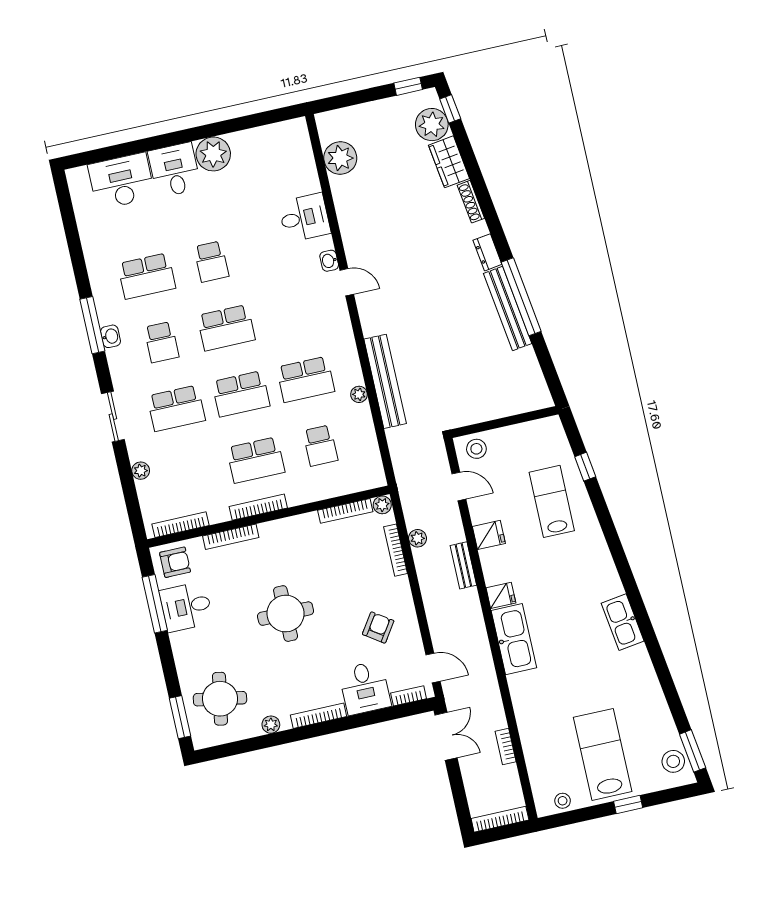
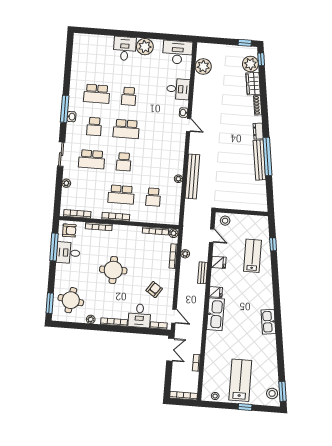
desk: (121, 181) -> (178, 52), moved
school desk: (306, 379) -> (156, 164), removed
school desk: (241, 394) -> (124, 162), width x0.54

